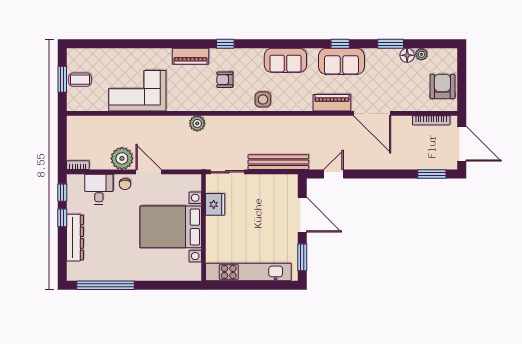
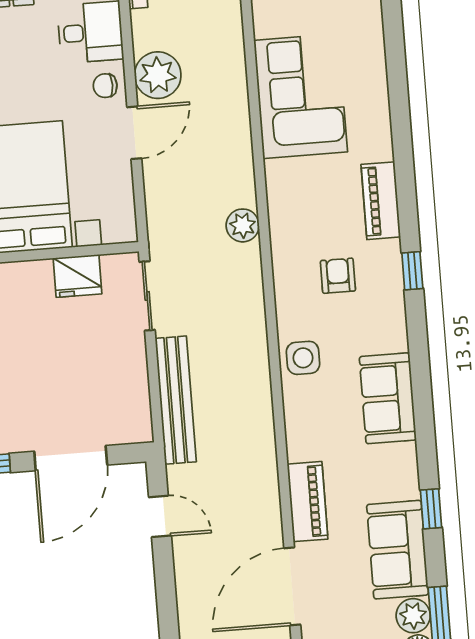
plant: (391, 56) -> (413, 616), added
sofa: (341, 61) -> (398, 550), moved

